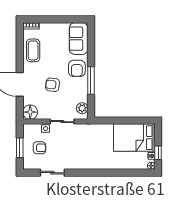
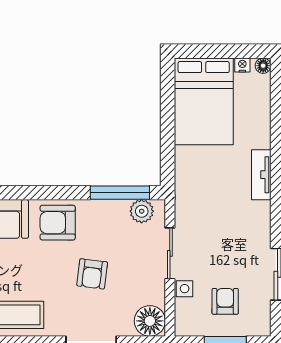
armchair: (77, 68) -> (58, 223), turned 180
window: (91, 81) -> (120, 193), moved
window: (158, 153) -> (236, 51), removed
tv unit: (99, 165) -> (261, 175), added

